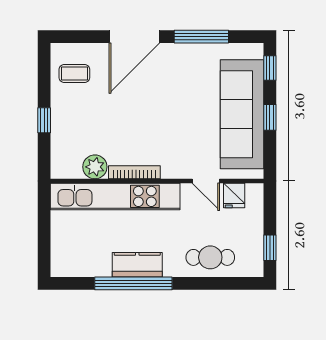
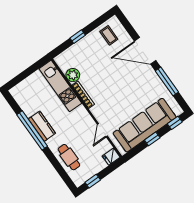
fridge: (234, 195) -> (111, 157), moved
kitchen unit: (115, 196) -> (60, 86), width x0.73

